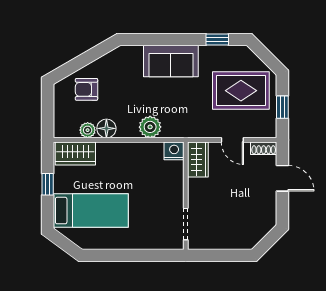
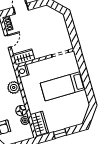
bed: (91, 211) -> (63, 86), moved, turned -90

